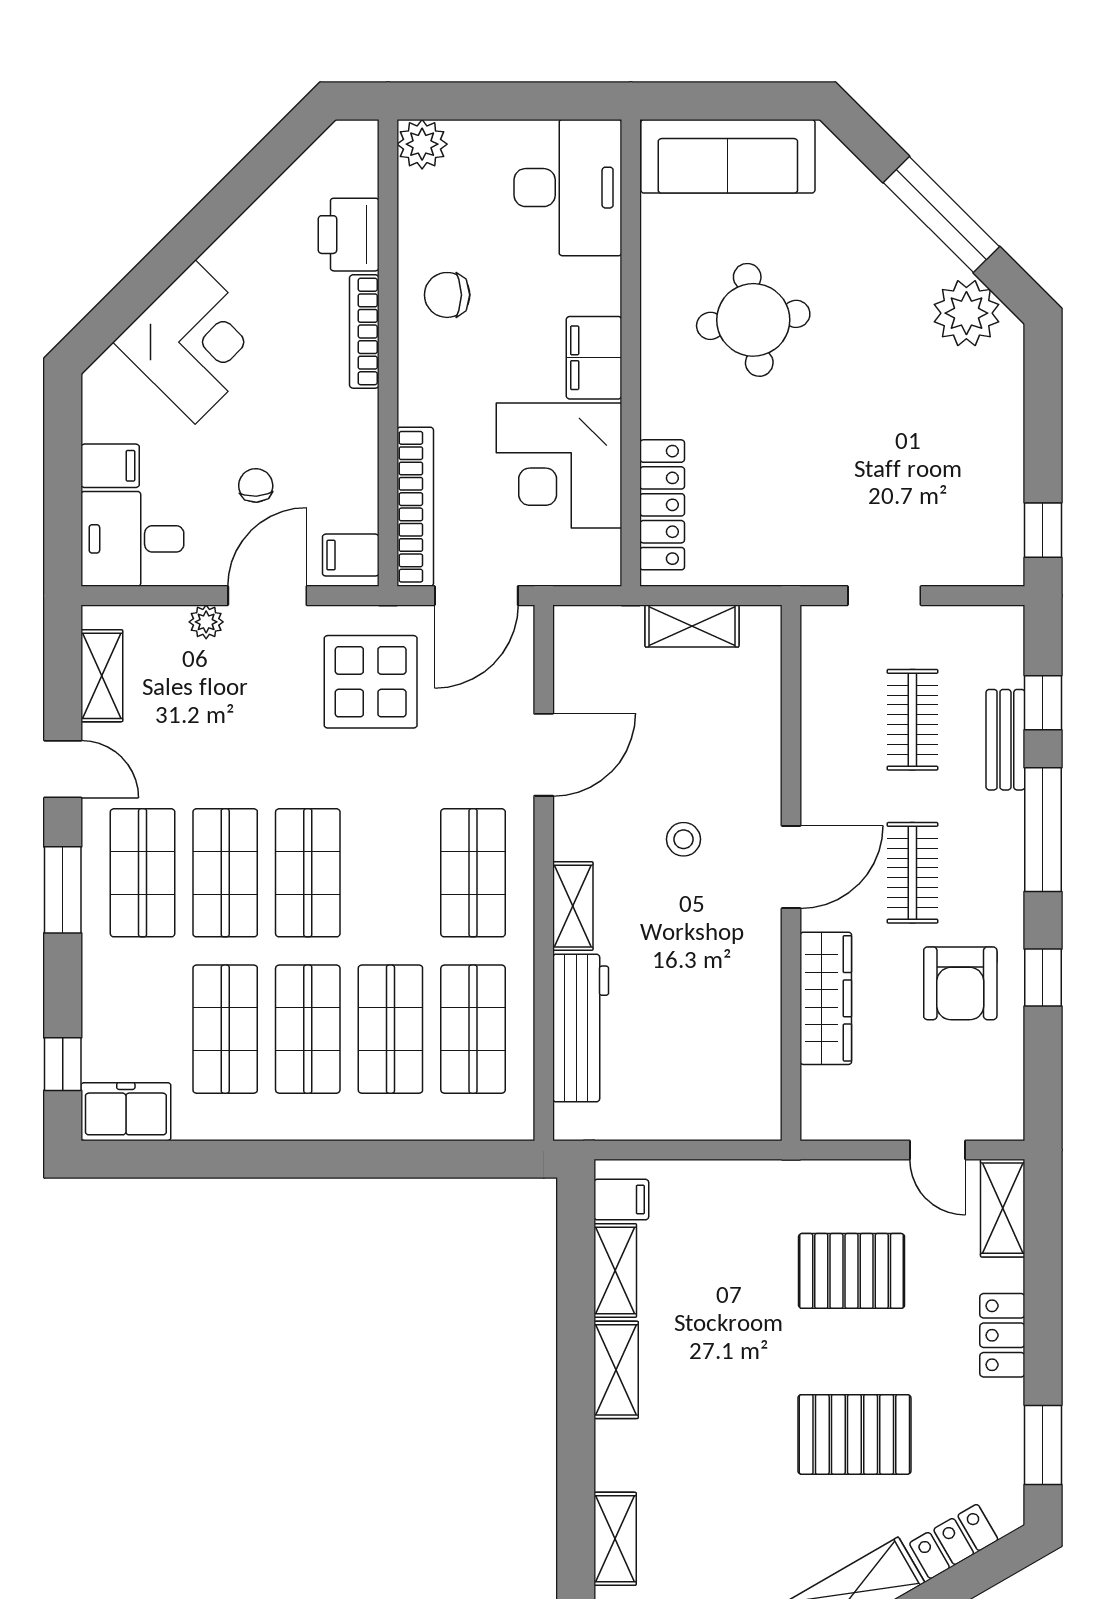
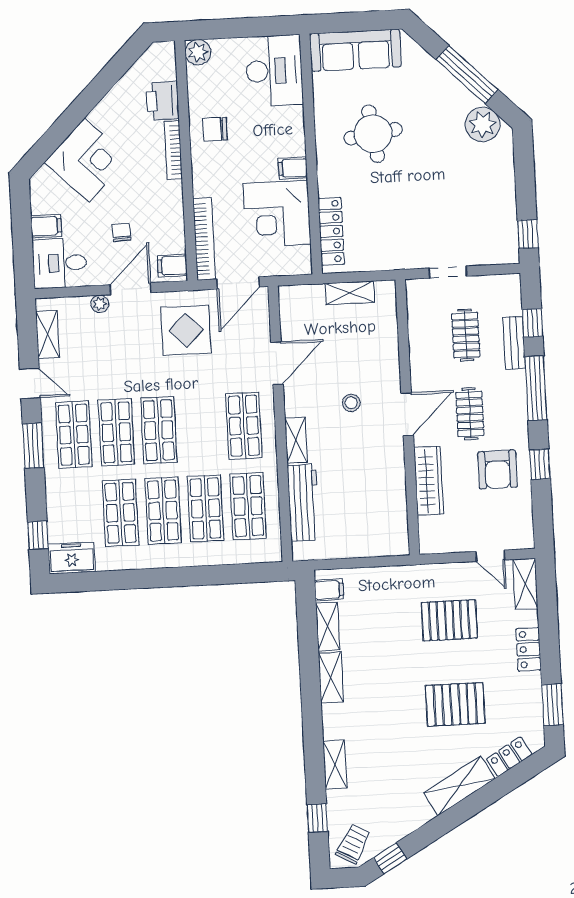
filing cabinet: (594, 358) -> (293, 168), width x0.50

